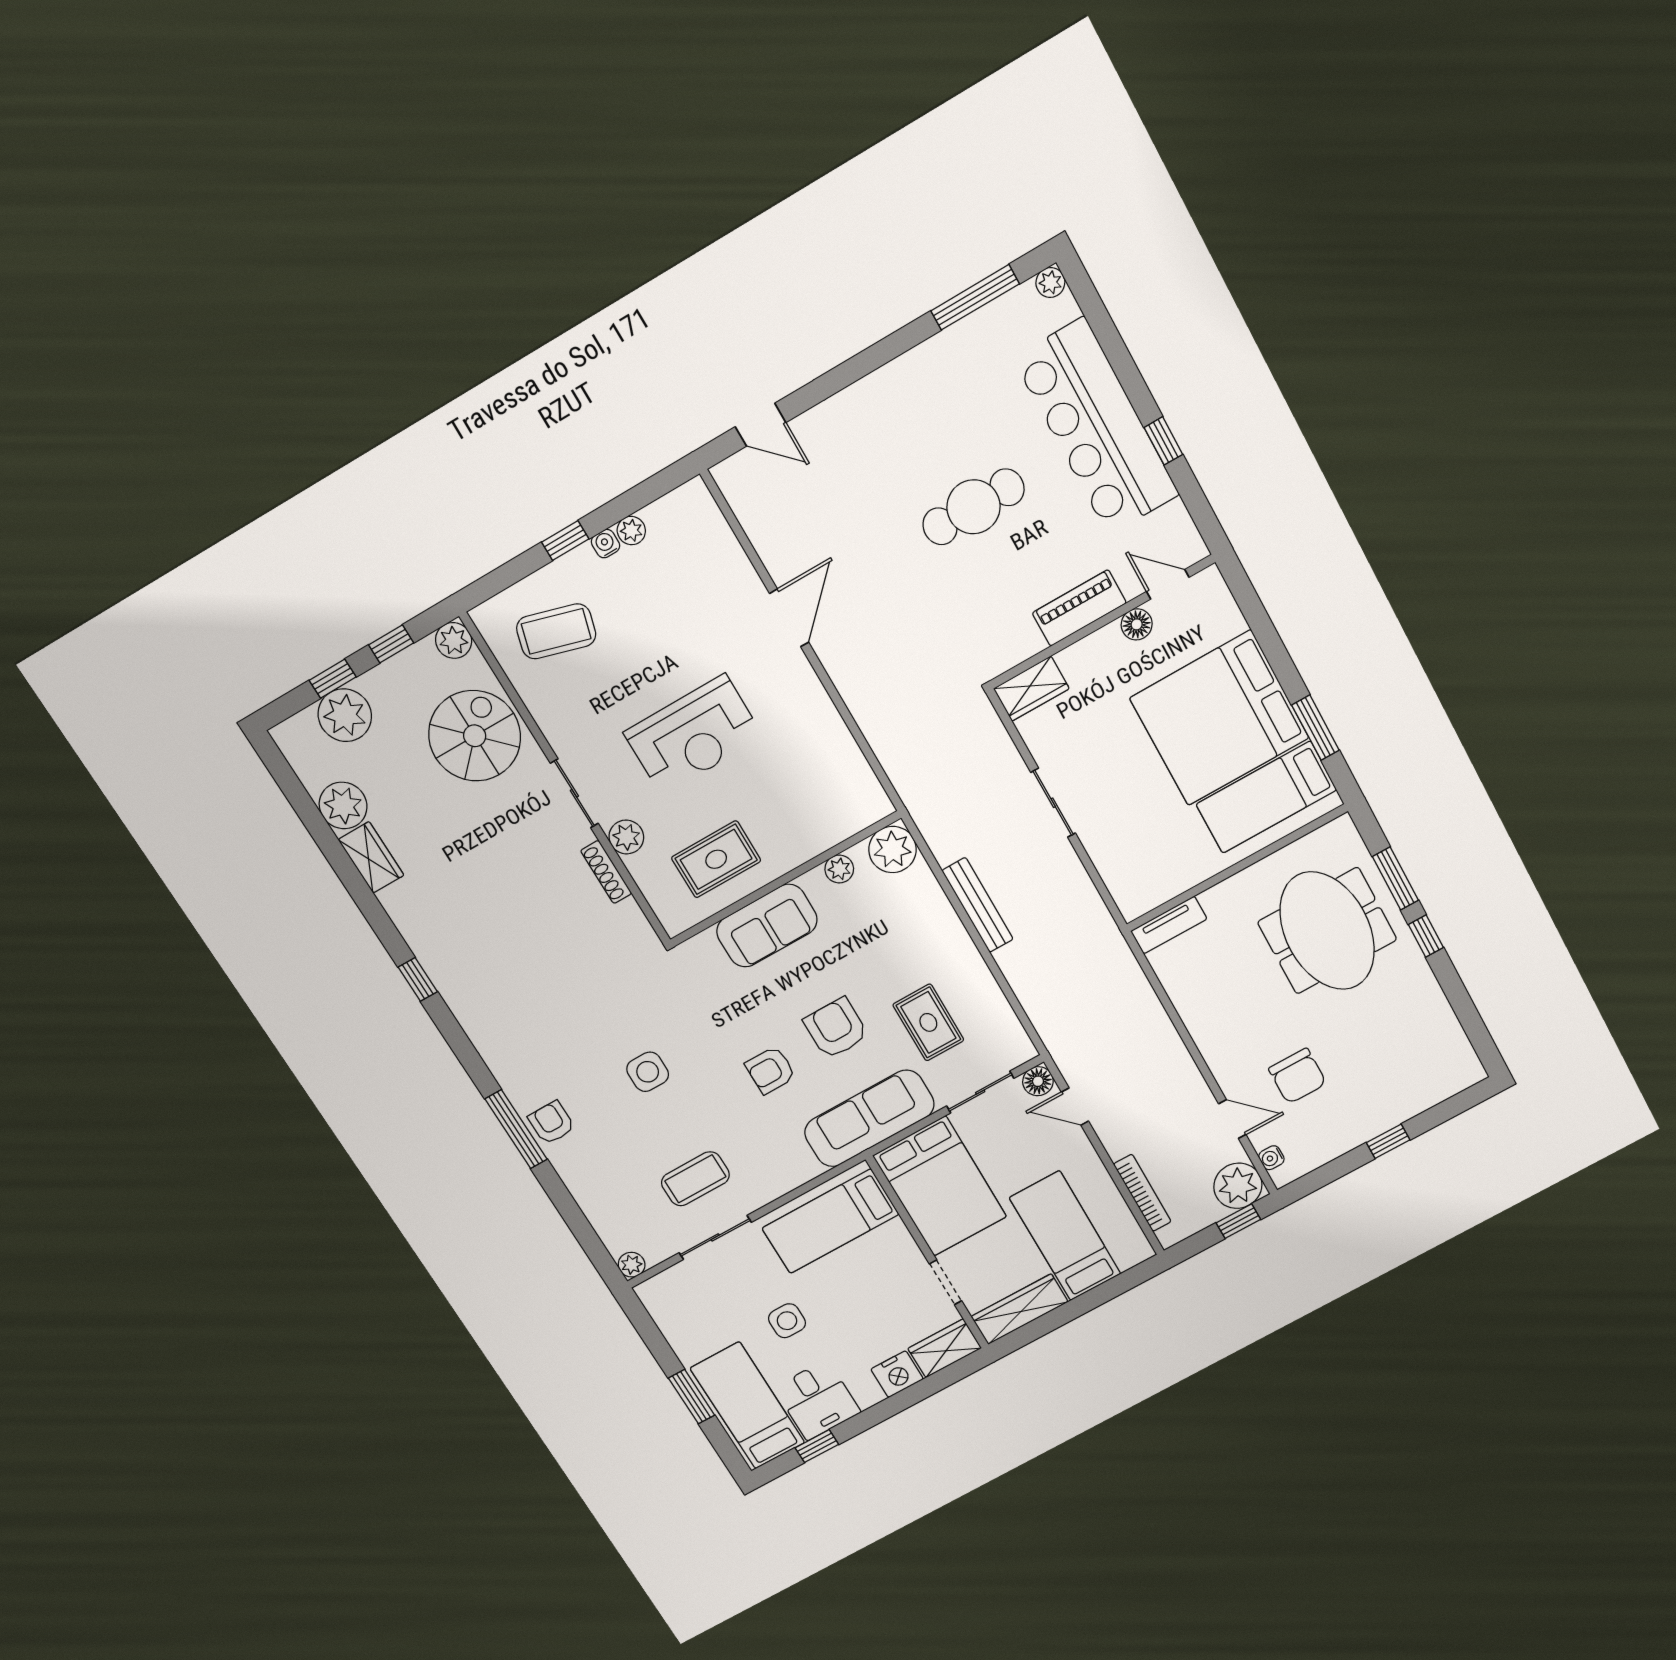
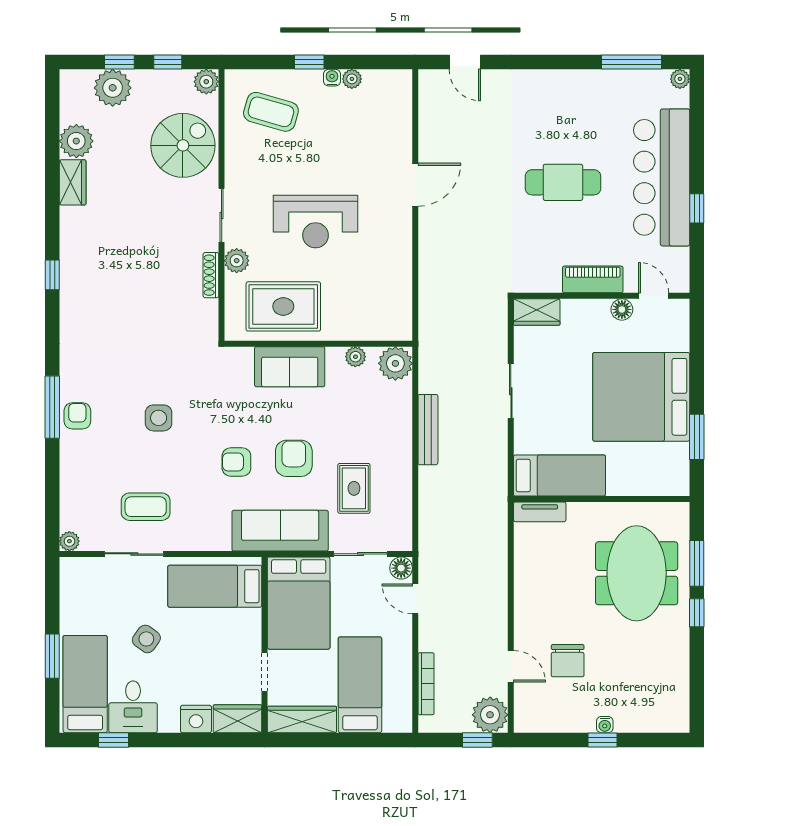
bed: (1266, 797) -> (560, 476), moved, turned 180
rug: (716, 859) -> (283, 306), width x1.36, depth x1.43
water cooler: (1271, 1158) -> (605, 725), moved, turned -90
side table: (787, 1321) -> (146, 639), turned 36

